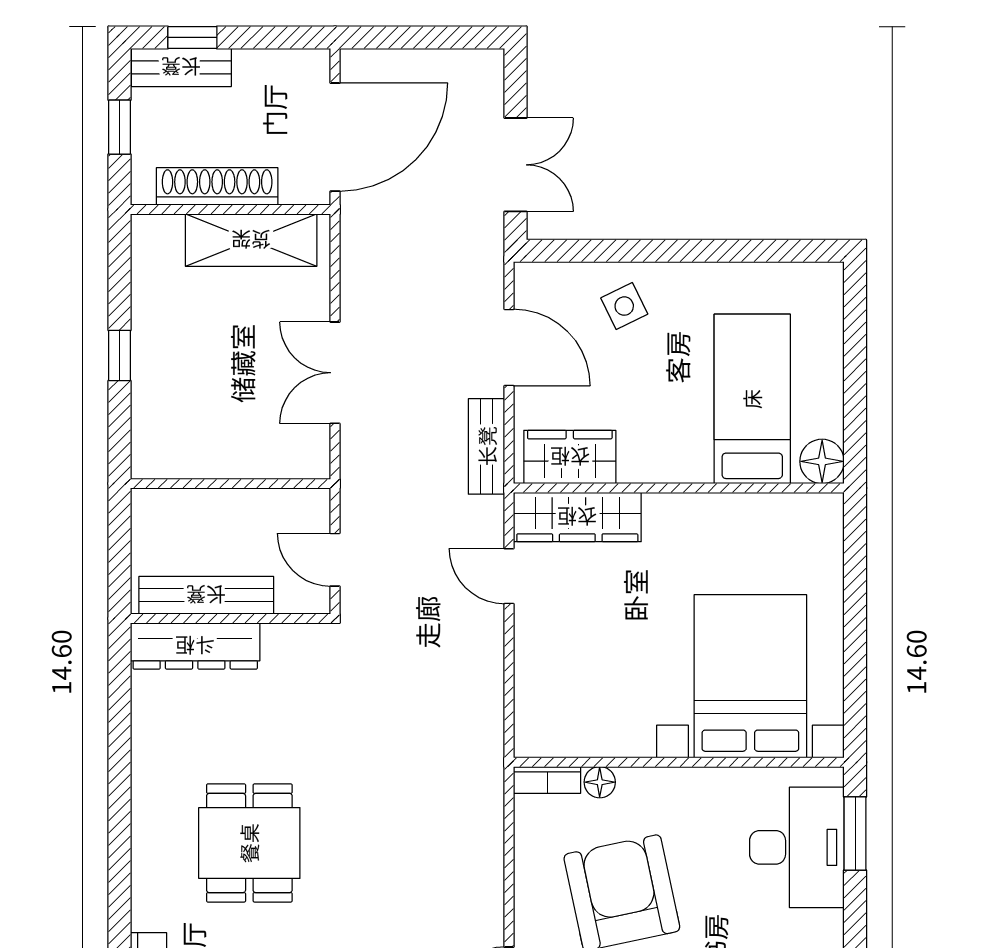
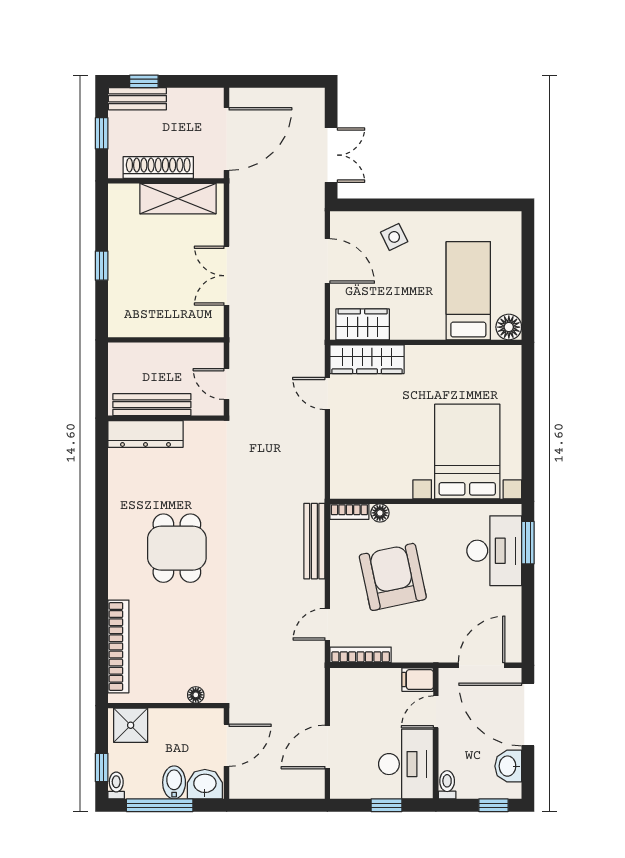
bench: (487, 446) -> (314, 541), moved, width x1.36

